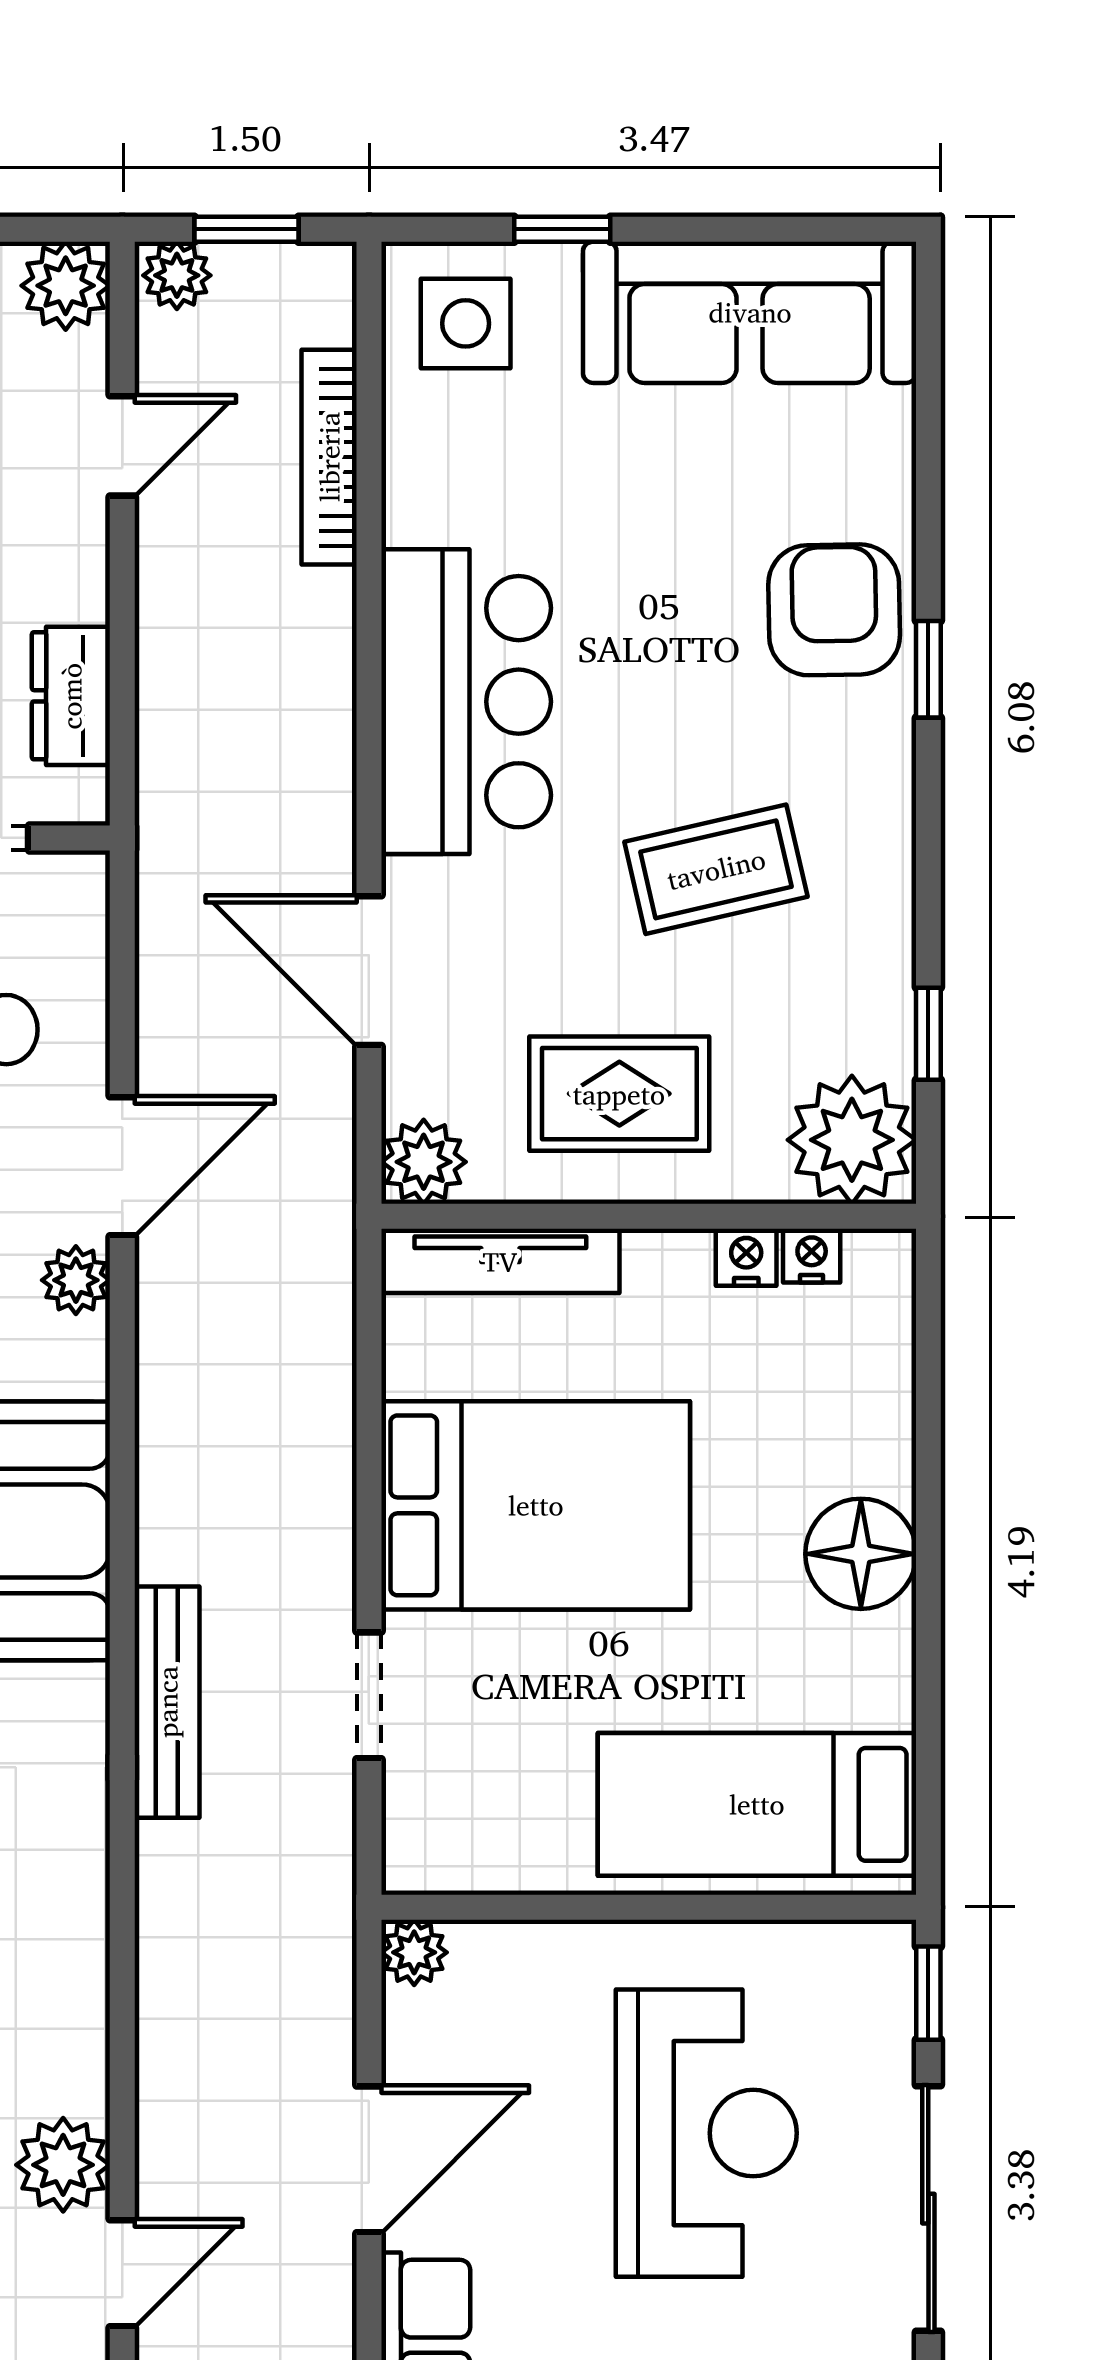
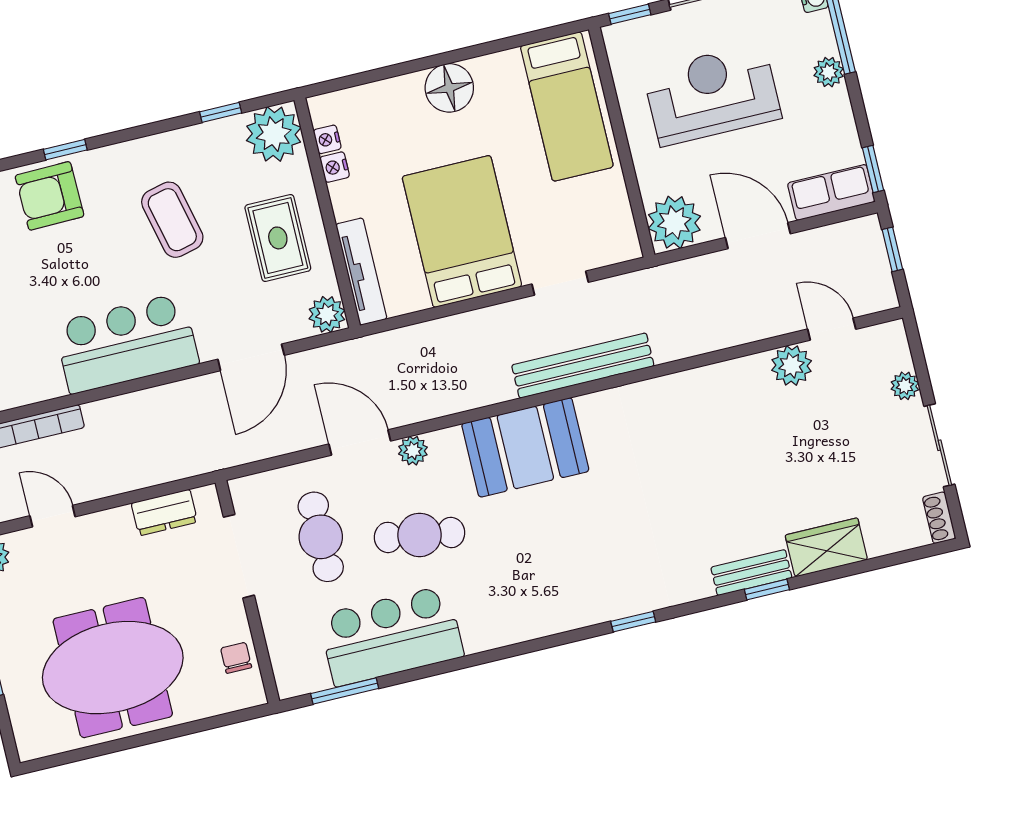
bench: (167, 1702) -> (583, 366), width x1.37, depth x1.21
plant: (414, 1952) -> (674, 222), width x1.88, depth x1.88

